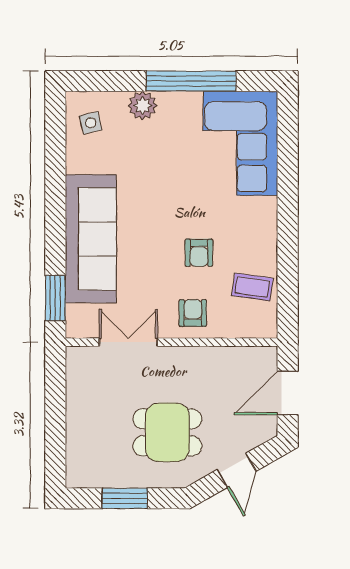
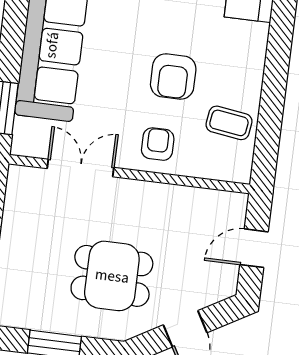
armchair: (199, 253) -> (173, 76), width x1.38, depth x1.38
door: (288, 393) -> (254, 248), width x0.73

